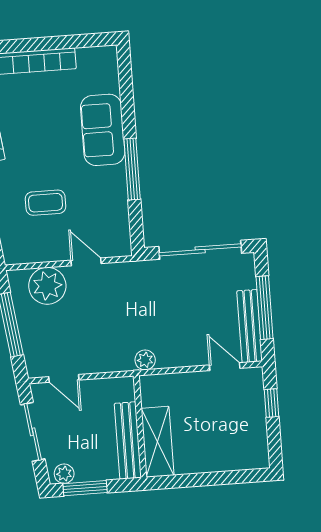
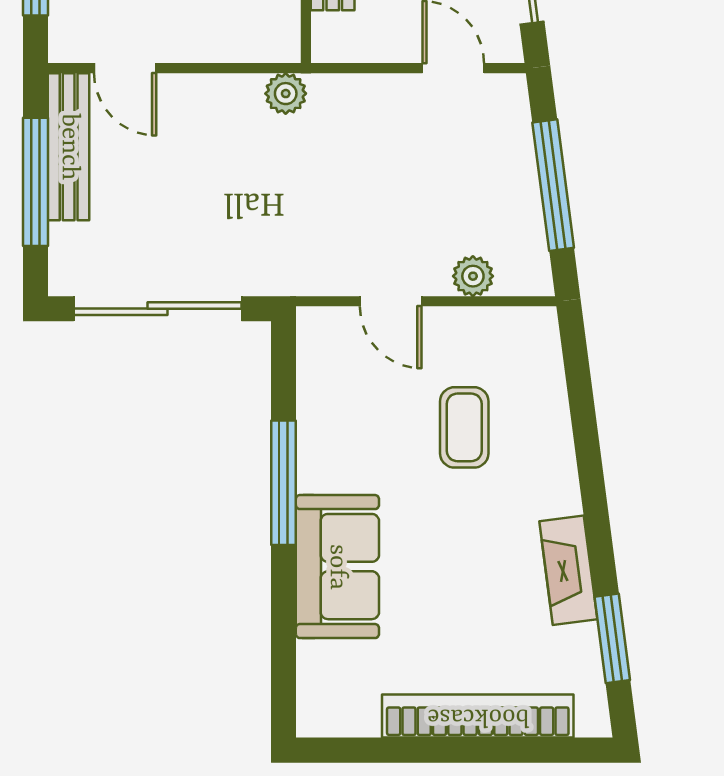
coffee table: (46, 203) -> (464, 427), turned 90
plant: (47, 286) -> (473, 276), width x0.53, depth x0.53

